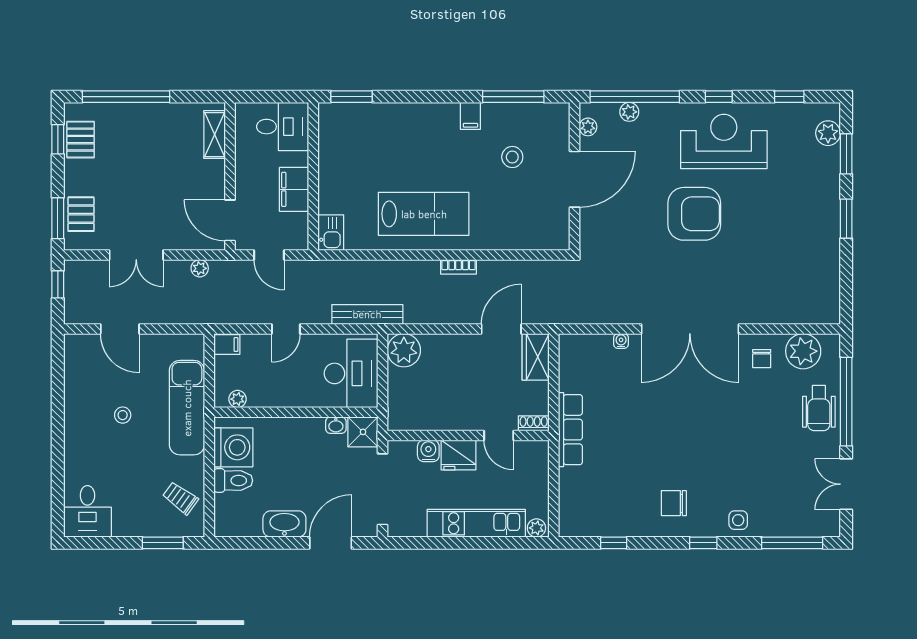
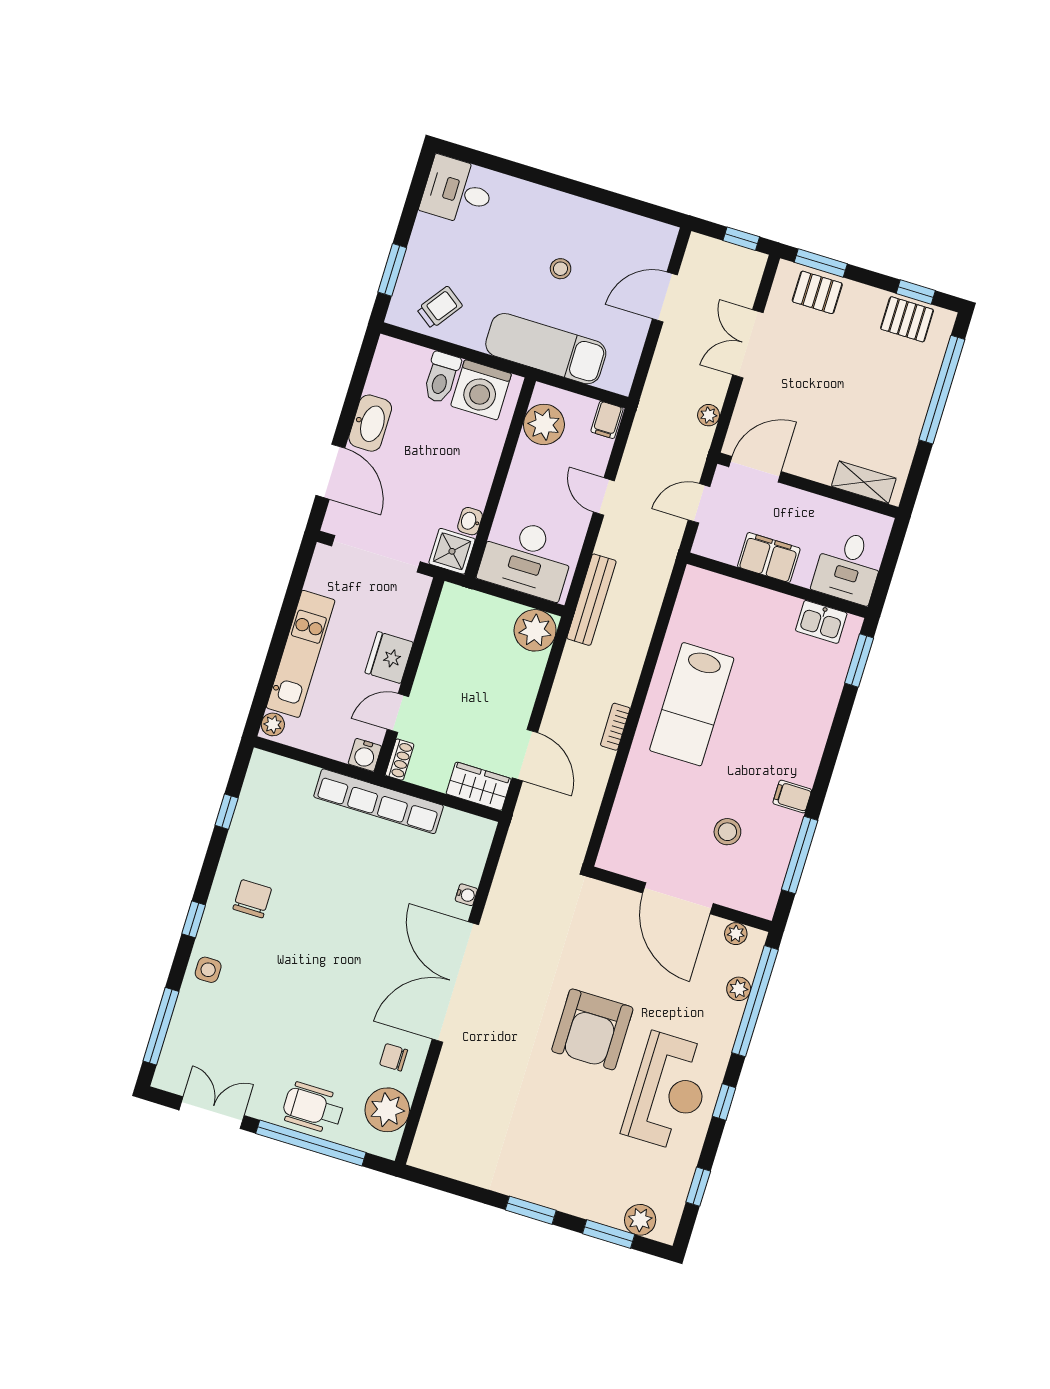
kitchen sink: (331, 233) -> (821, 622), moved
plant: (238, 399) -> (544, 424), width x1.87, depth x1.87
row of seats: (570, 430) -> (379, 801), width x1.36
water cooler: (428, 451) -> (365, 755), moved, turned 90

